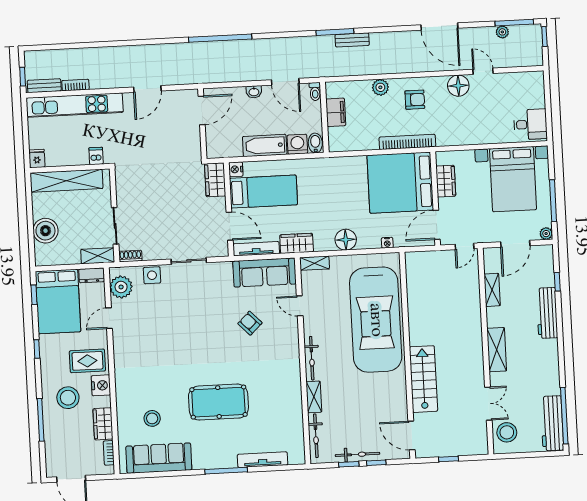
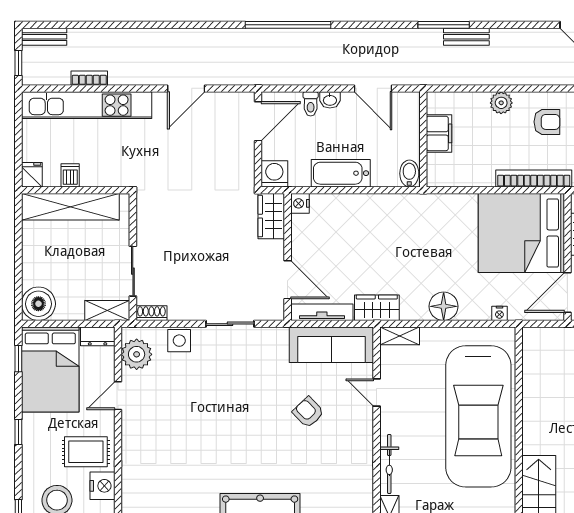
bench: (44, 86) -> (44, 37), moved
toilet: (315, 92) -> (311, 104), moved
washing machine: (297, 144) -> (274, 174), moved
dishwasher: (96, 156) -> (70, 175), moved
bed: (264, 192) -> (336, 235), removed
boiler: (45, 231) -> (38, 304), moved

